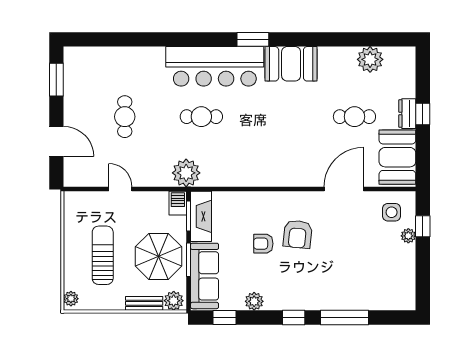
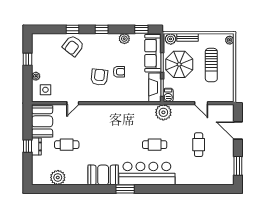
door: (344, 189) -> (73, 103), width x0.53
window: (423, 226) -> (27, 59), moved
armchair: (343, 289) -> (73, 46), added
window: (344, 317) -> (72, 29), width x0.46

